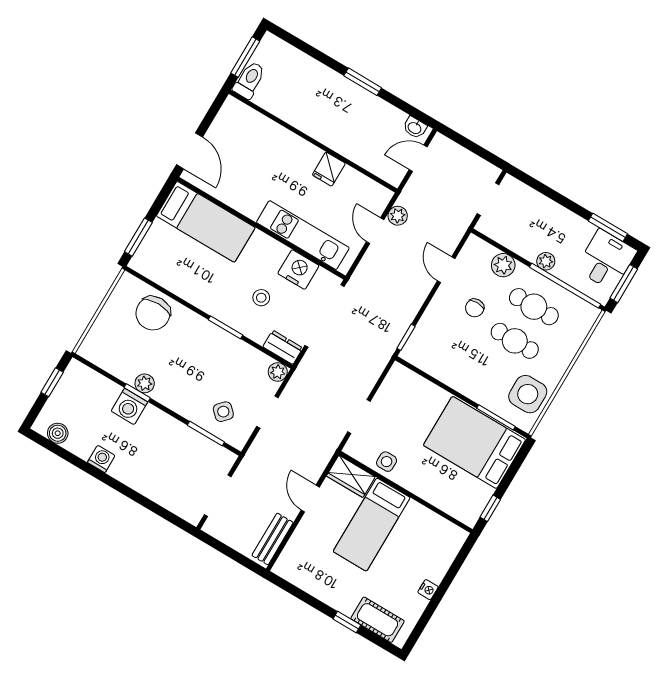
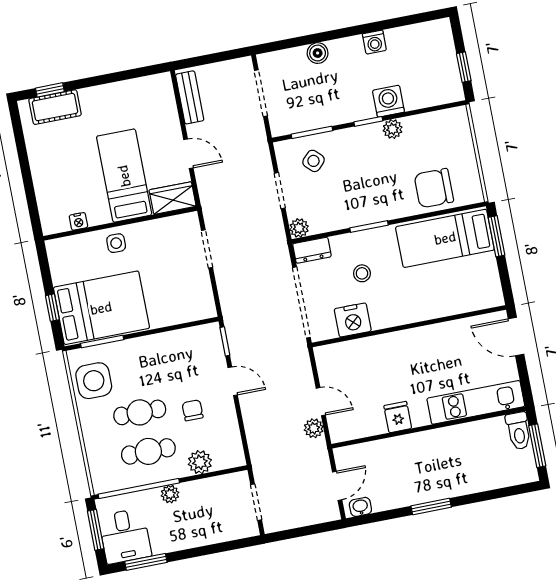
bed: (206, 222) -> (445, 238), moved
kitchen unit: (303, 235) -> (476, 402), moved, turned 180
door: (446, 270) -> (233, 381), moved
chair: (153, 313) -> (434, 188), turned -90
window: (137, 393) -> (368, 121), moved
boiler: (58, 433) -> (318, 53), moved
side table: (387, 462) -> (116, 243), moved
window: (490, 508) -> (52, 308), moved
nightstand: (428, 590) -> (78, 221), moved, turned -90
window: (347, 622) -> (50, 90), moved

